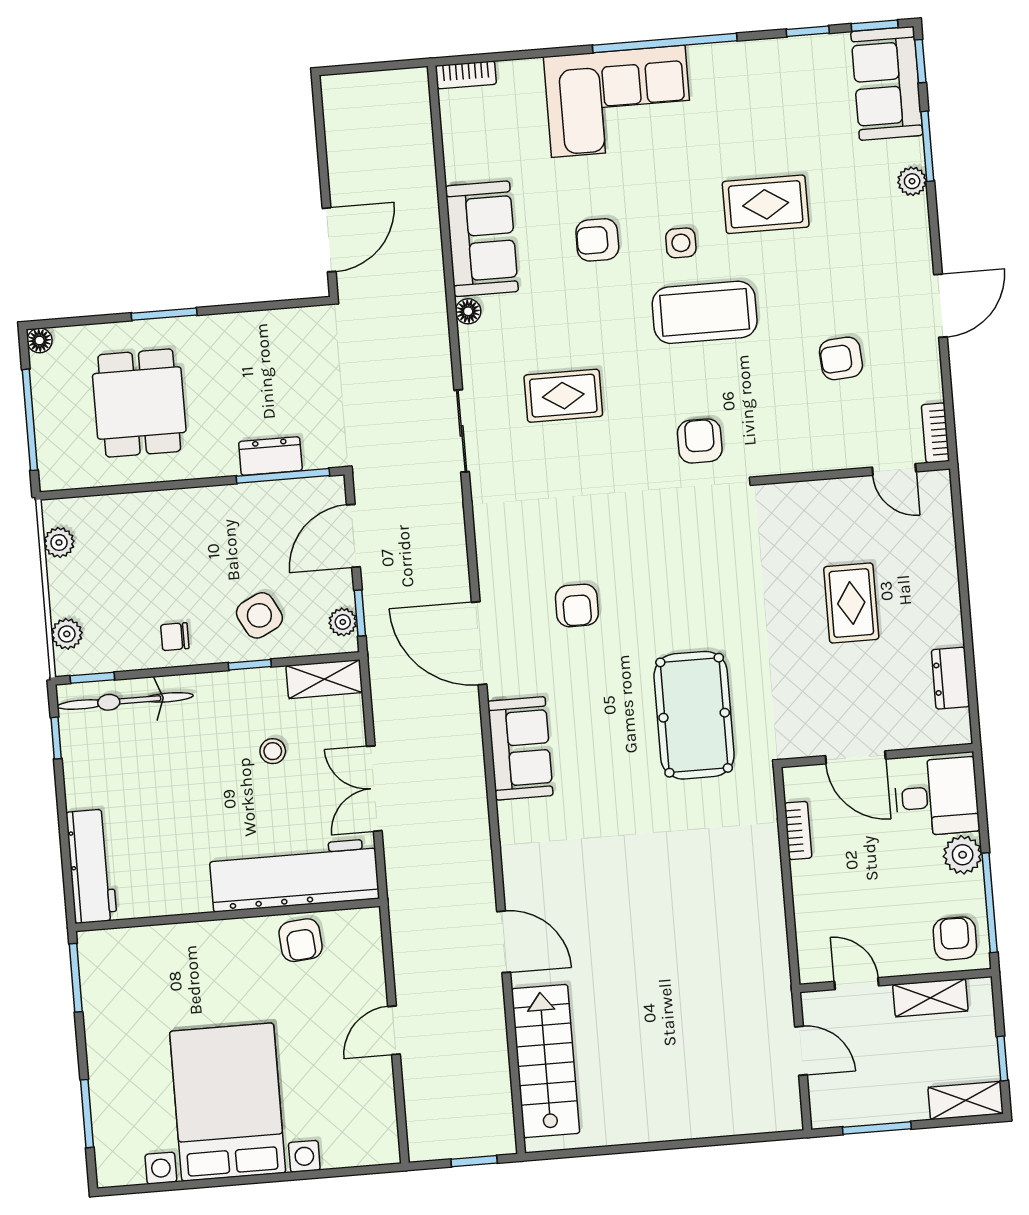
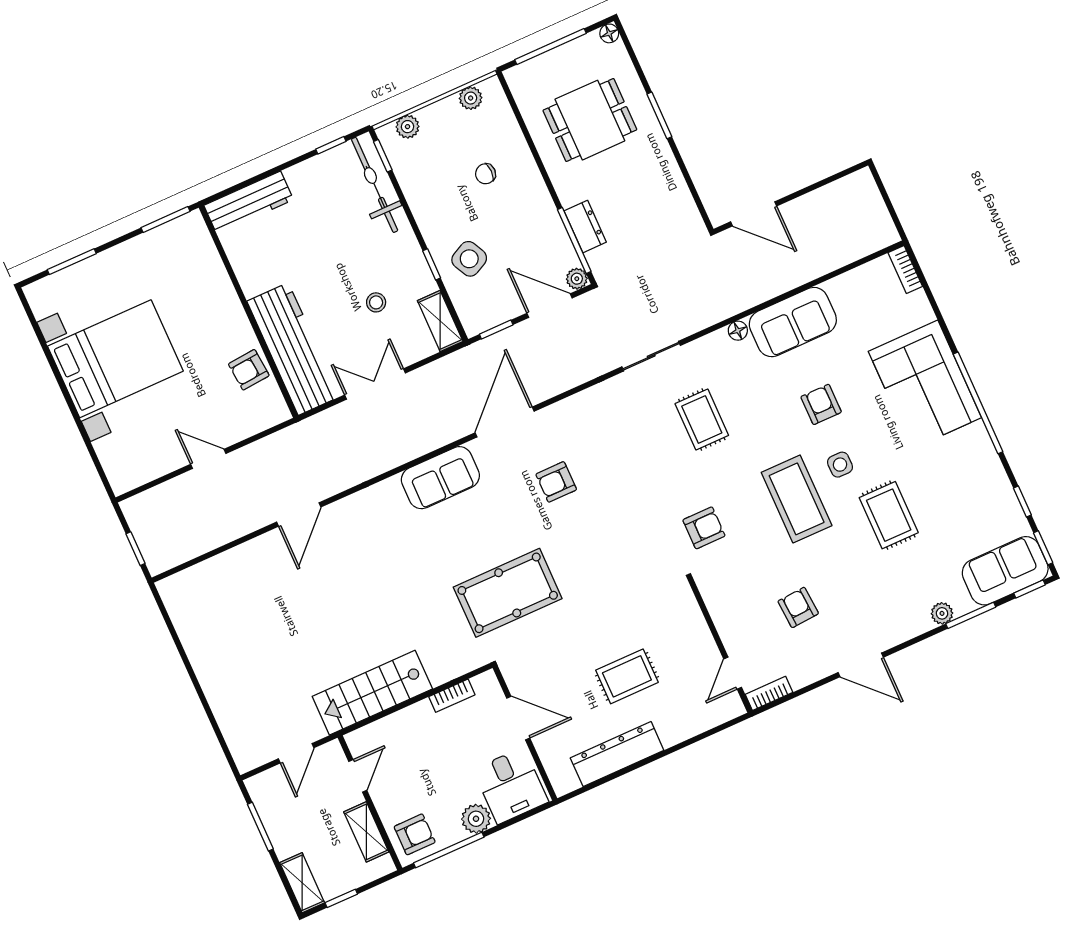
plant: (343, 622) -> (577, 279), moved
chair: (175, 637) -> (486, 174), moved, turned -90
dresser: (951, 678) -> (617, 754), width x1.96, depth x1.24
door: (855, 757) -> (518, 718), swing flipped
stairs: (545, 1061) -> (372, 693), moved, turned 180

